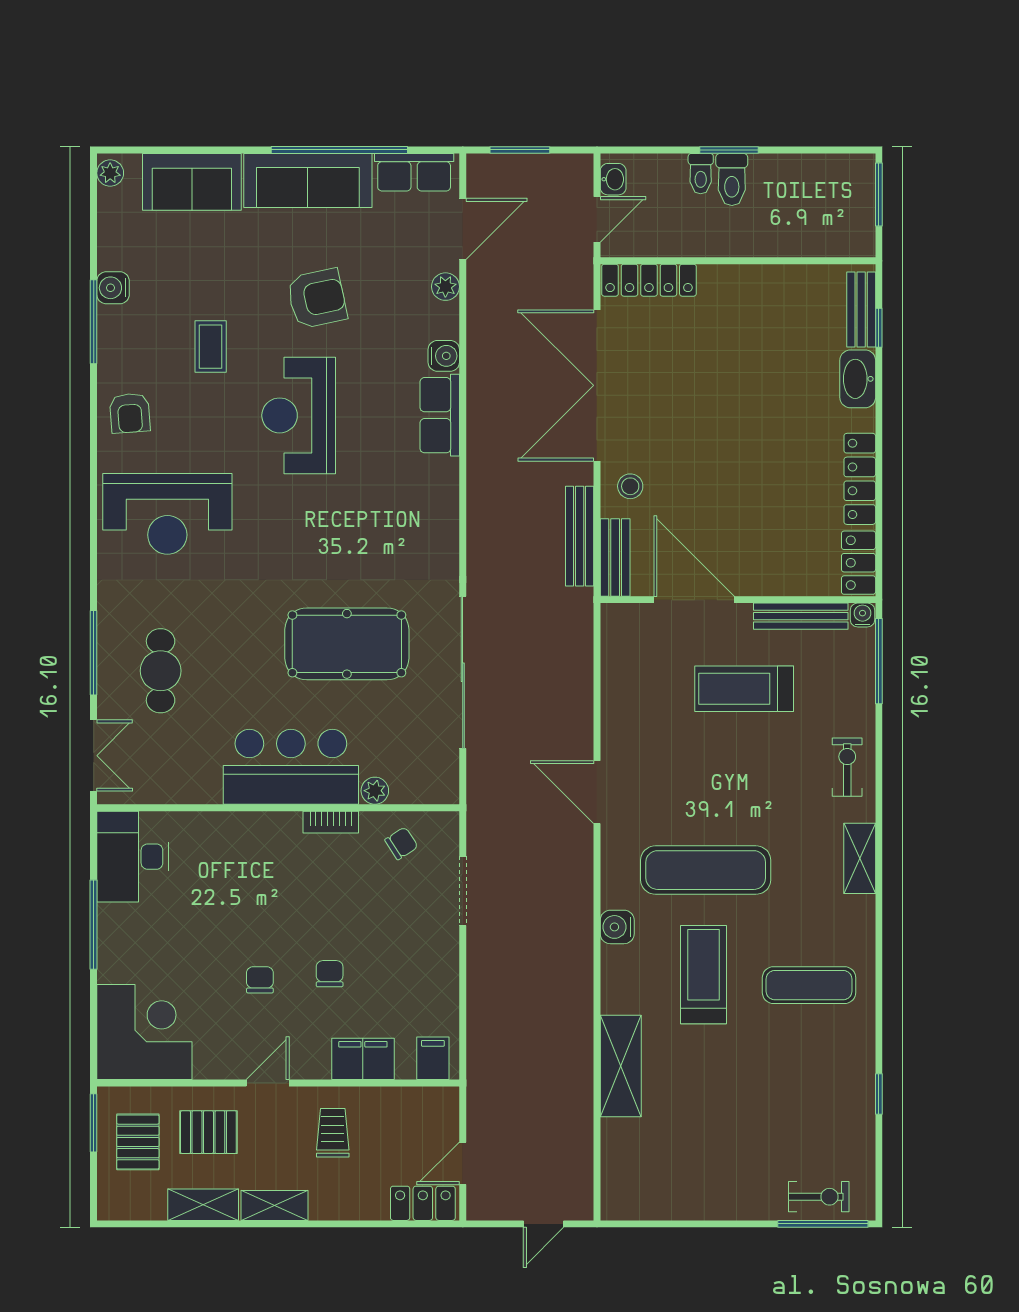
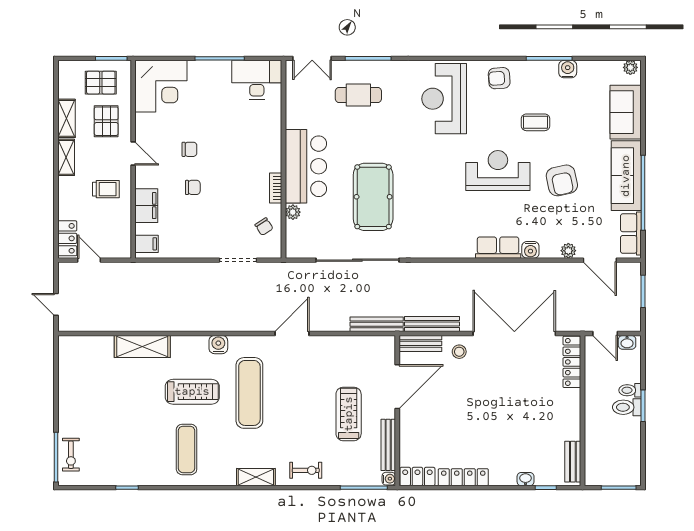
bench: (861, 310) -> (573, 462), moved, turned 90
washbasin: (858, 379) -> (526, 479), width x0.52, depth x0.69
bench: (580, 637) -> (377, 324), added

